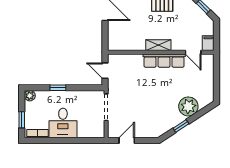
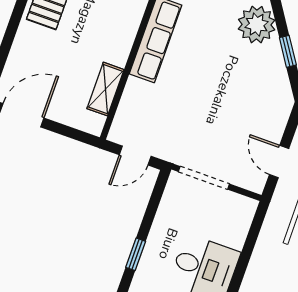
shelving: (158, 45) -> (105, 89), moved

